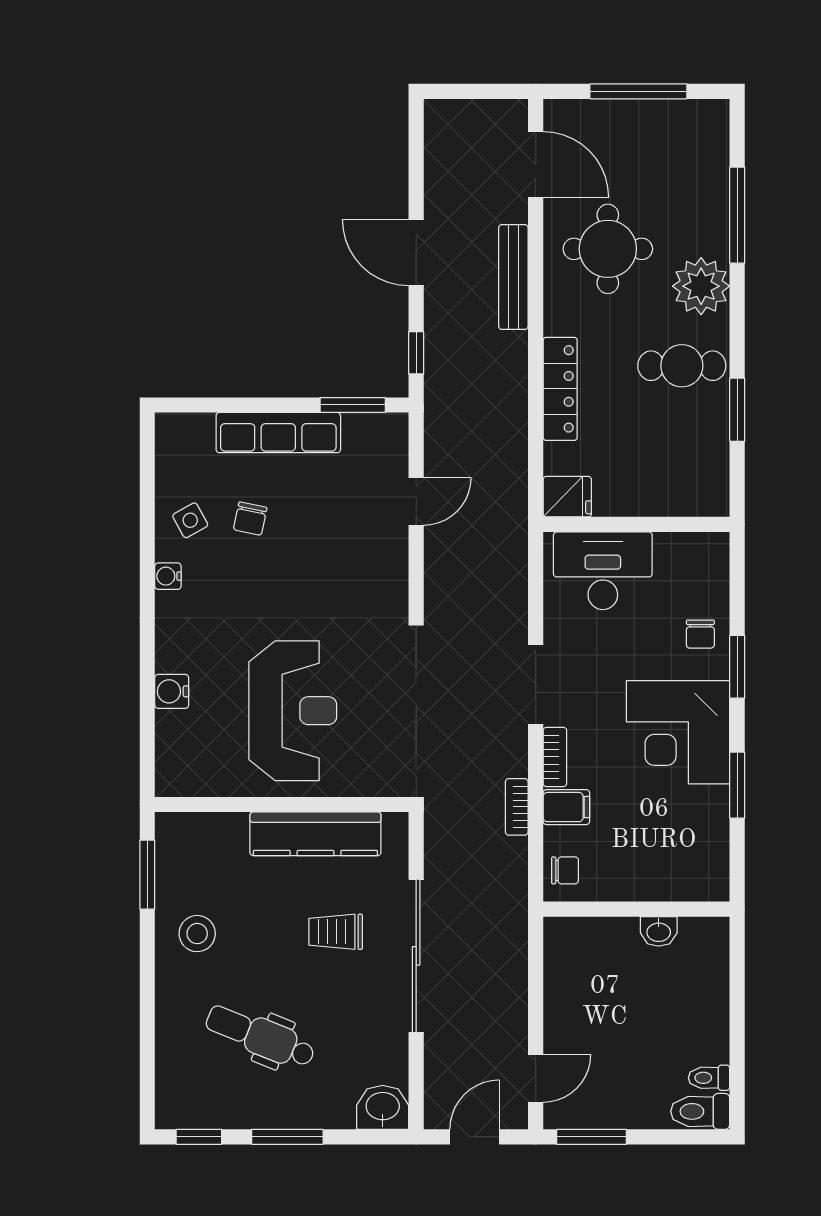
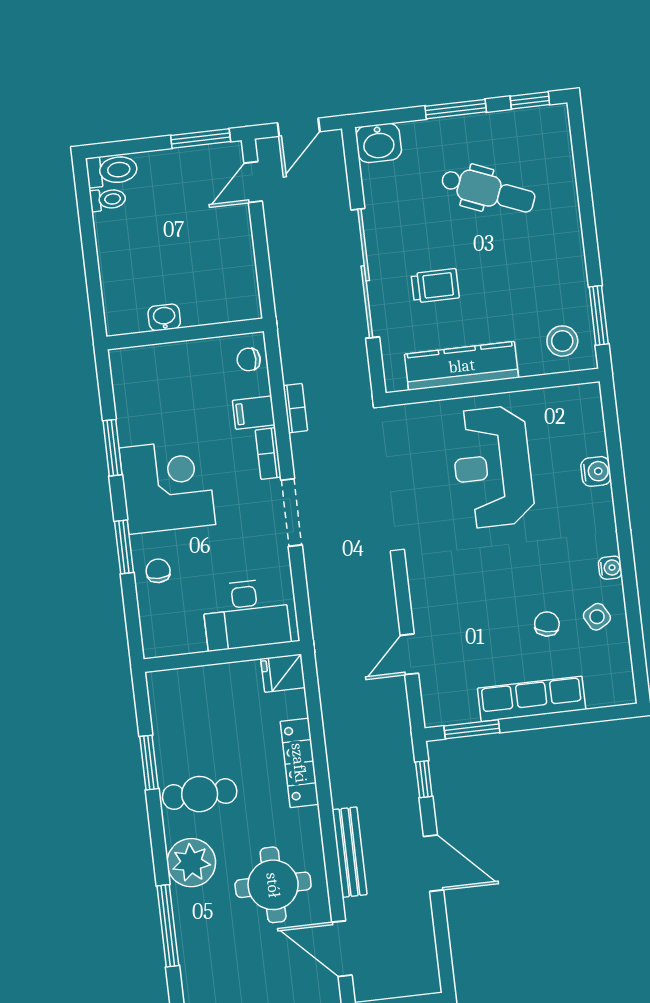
stool: (197, 934) -> (562, 341), moved

